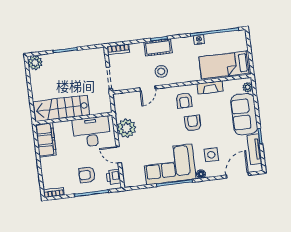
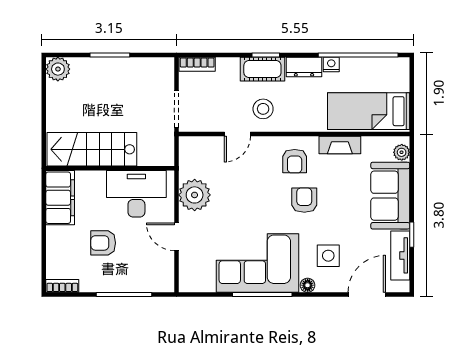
dresser: (183, 43) -> (304, 67), added
armchair: (87, 175) -> (103, 243), moved
printer: (114, 177) -> (164, 272), removed

